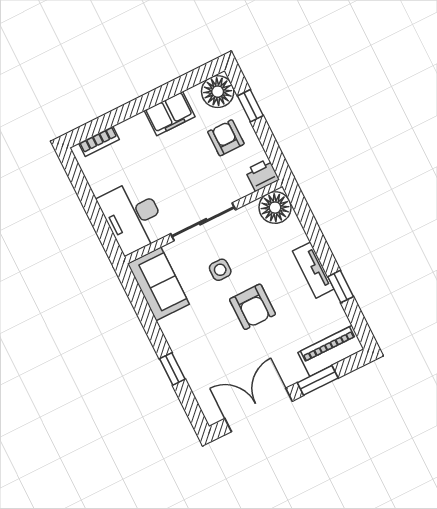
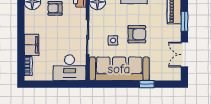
filing cabinet: (170, 114) -> (32, 45), moved
sofa: (158, 284) -> (119, 69), width x1.85, depth x1.27
double door: (259, 410) -> (184, 55), width x0.73

